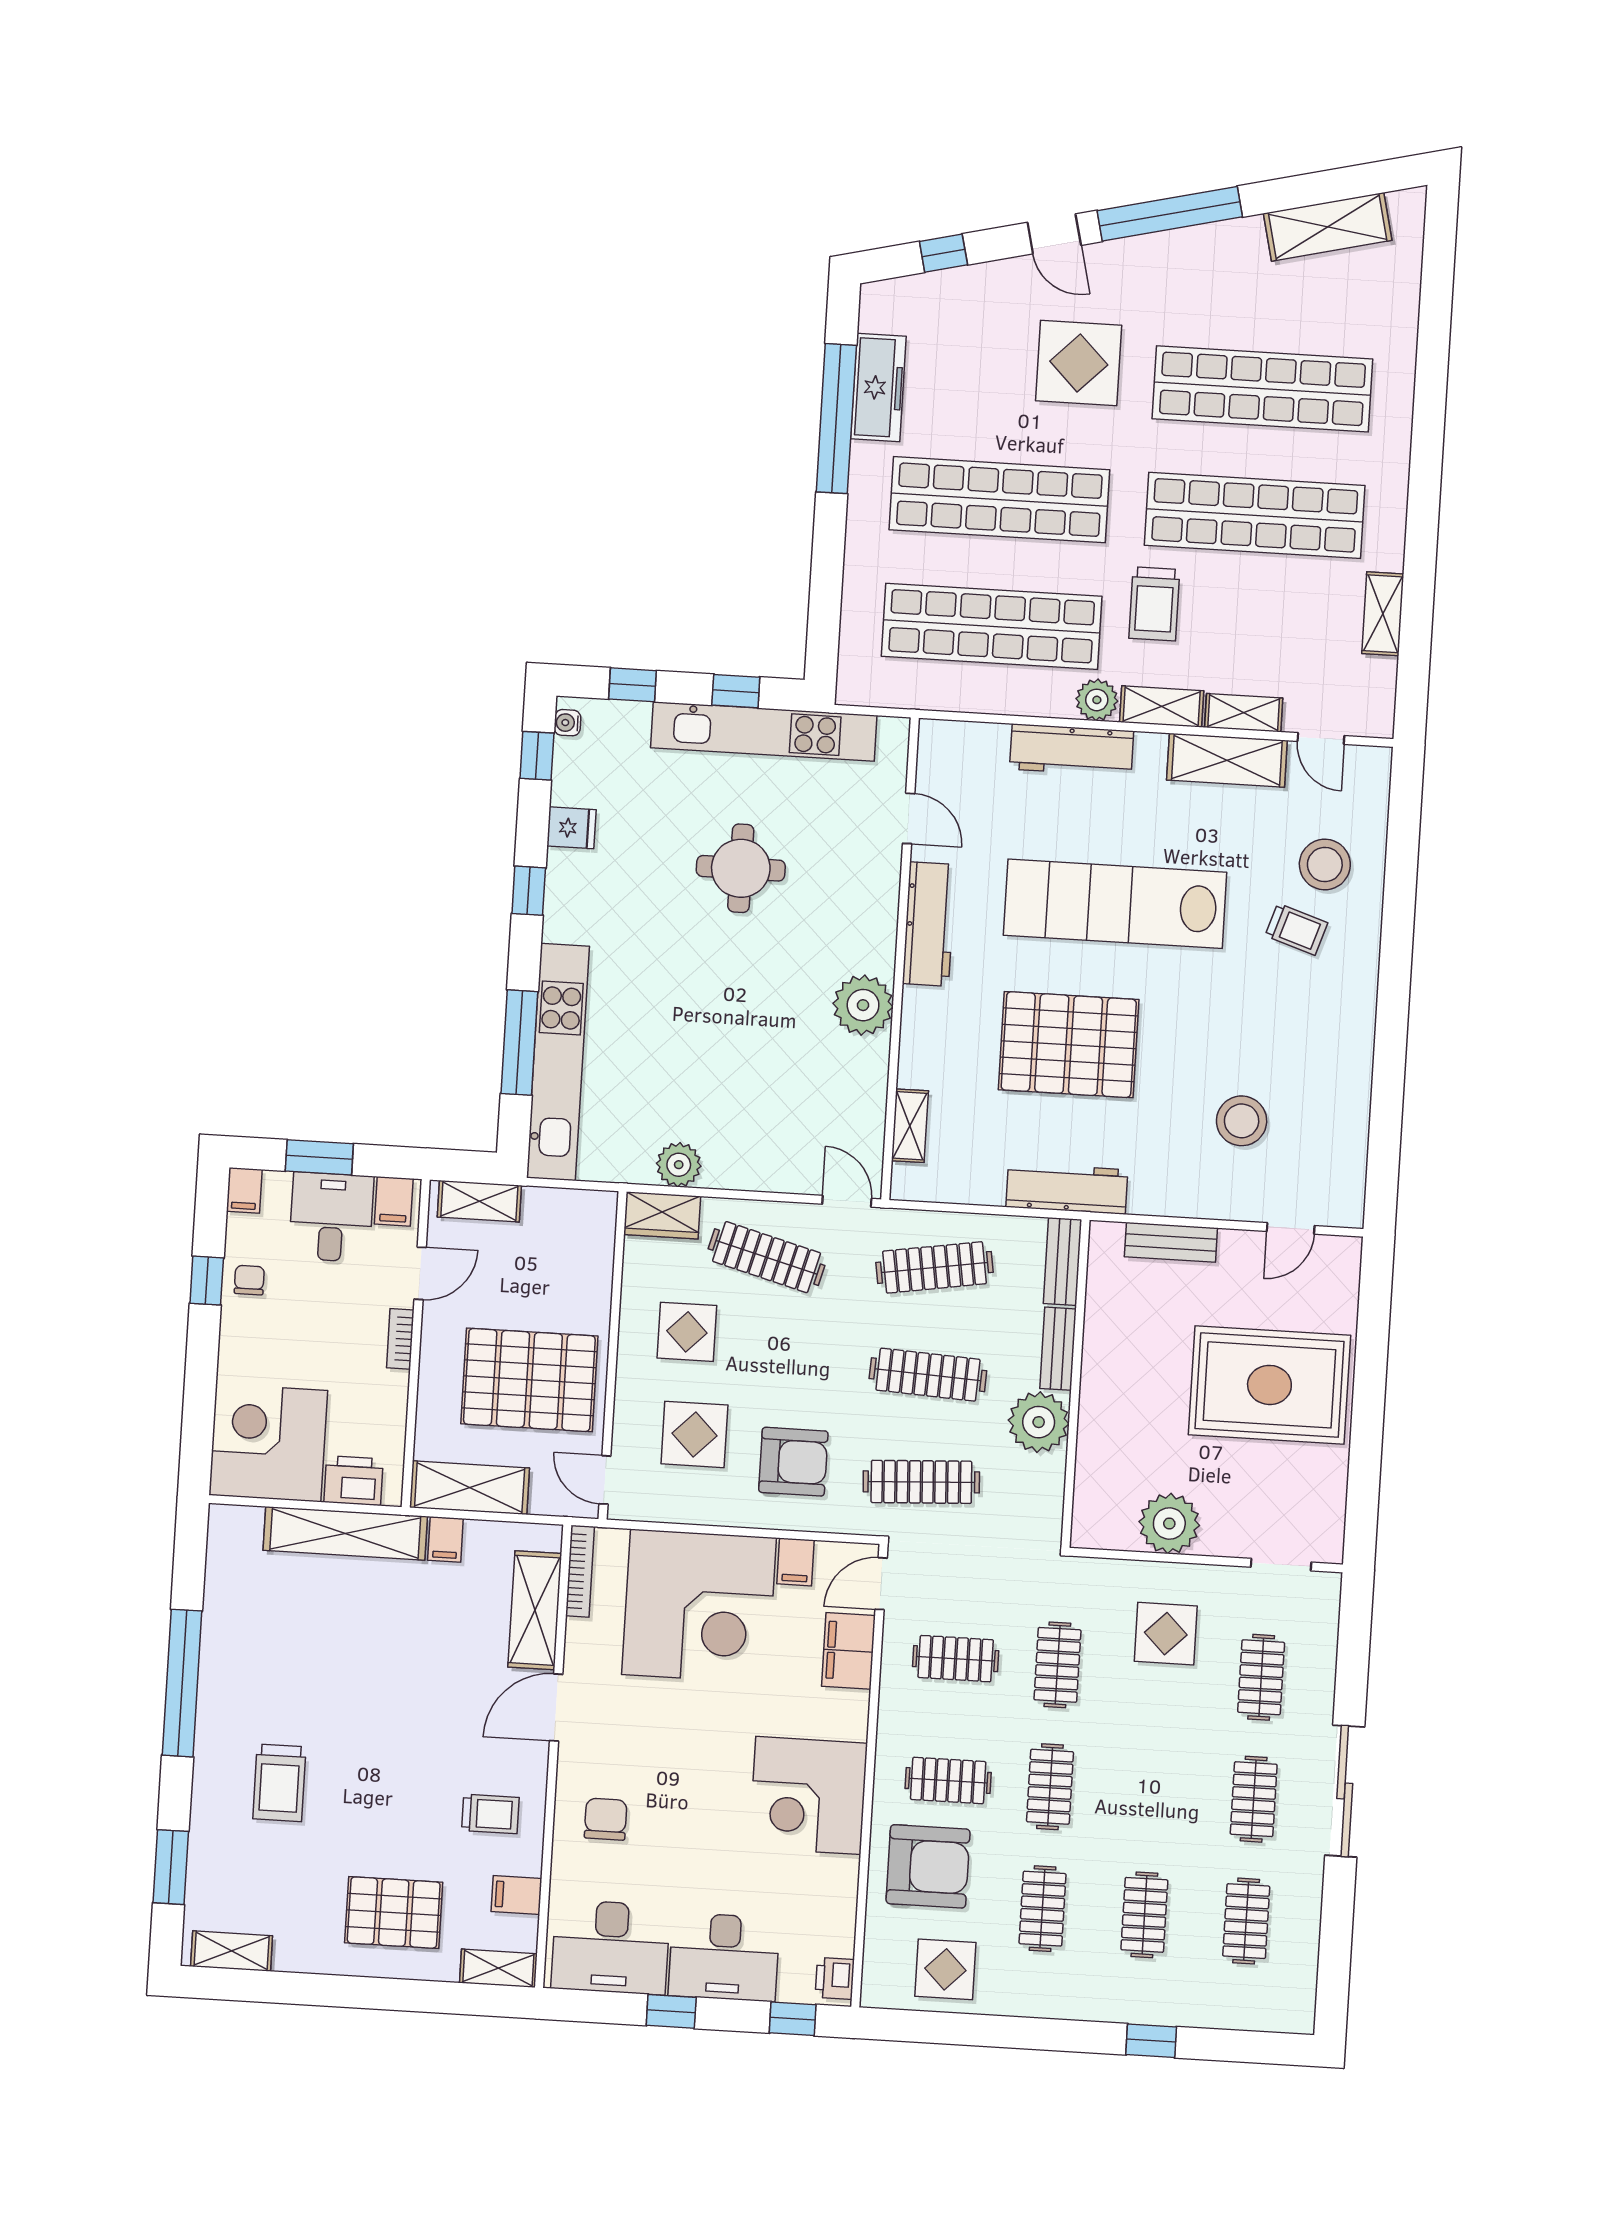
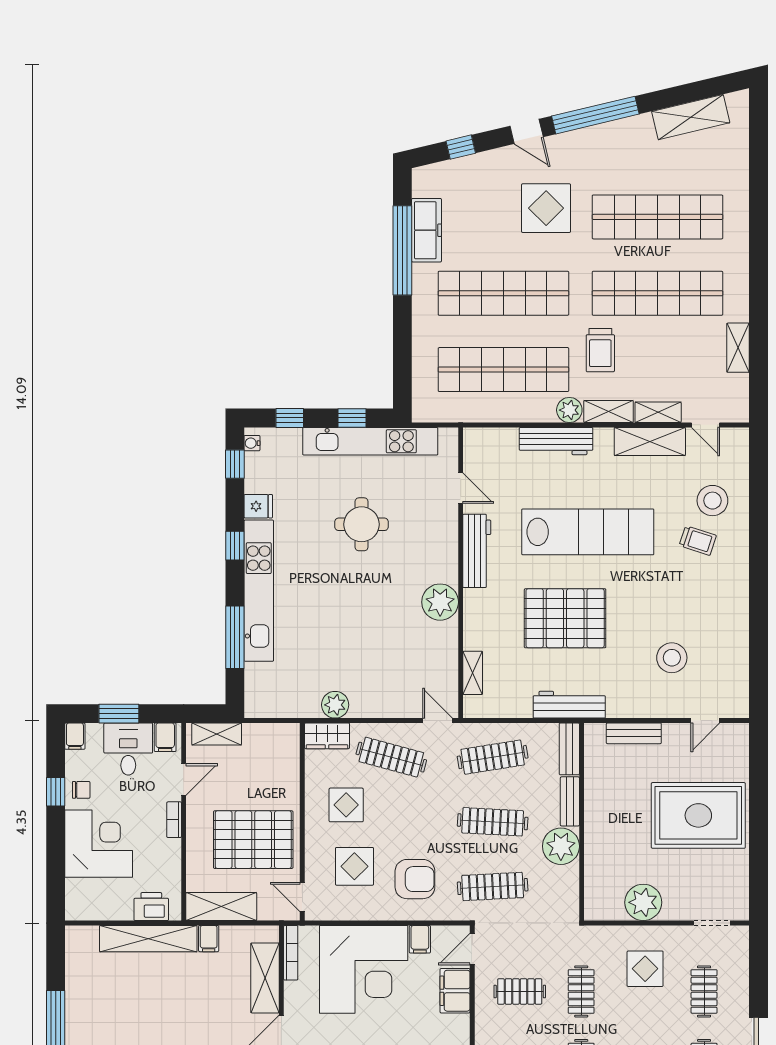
lab bench: (1115, 904) -> (588, 532), turned 180
kitchen unit: (558, 1062) -> (259, 591), moved
chair: (249, 1280) -> (81, 790), turned 90
corner desk: (268, 1443) -> (99, 844), moved, turned 90

